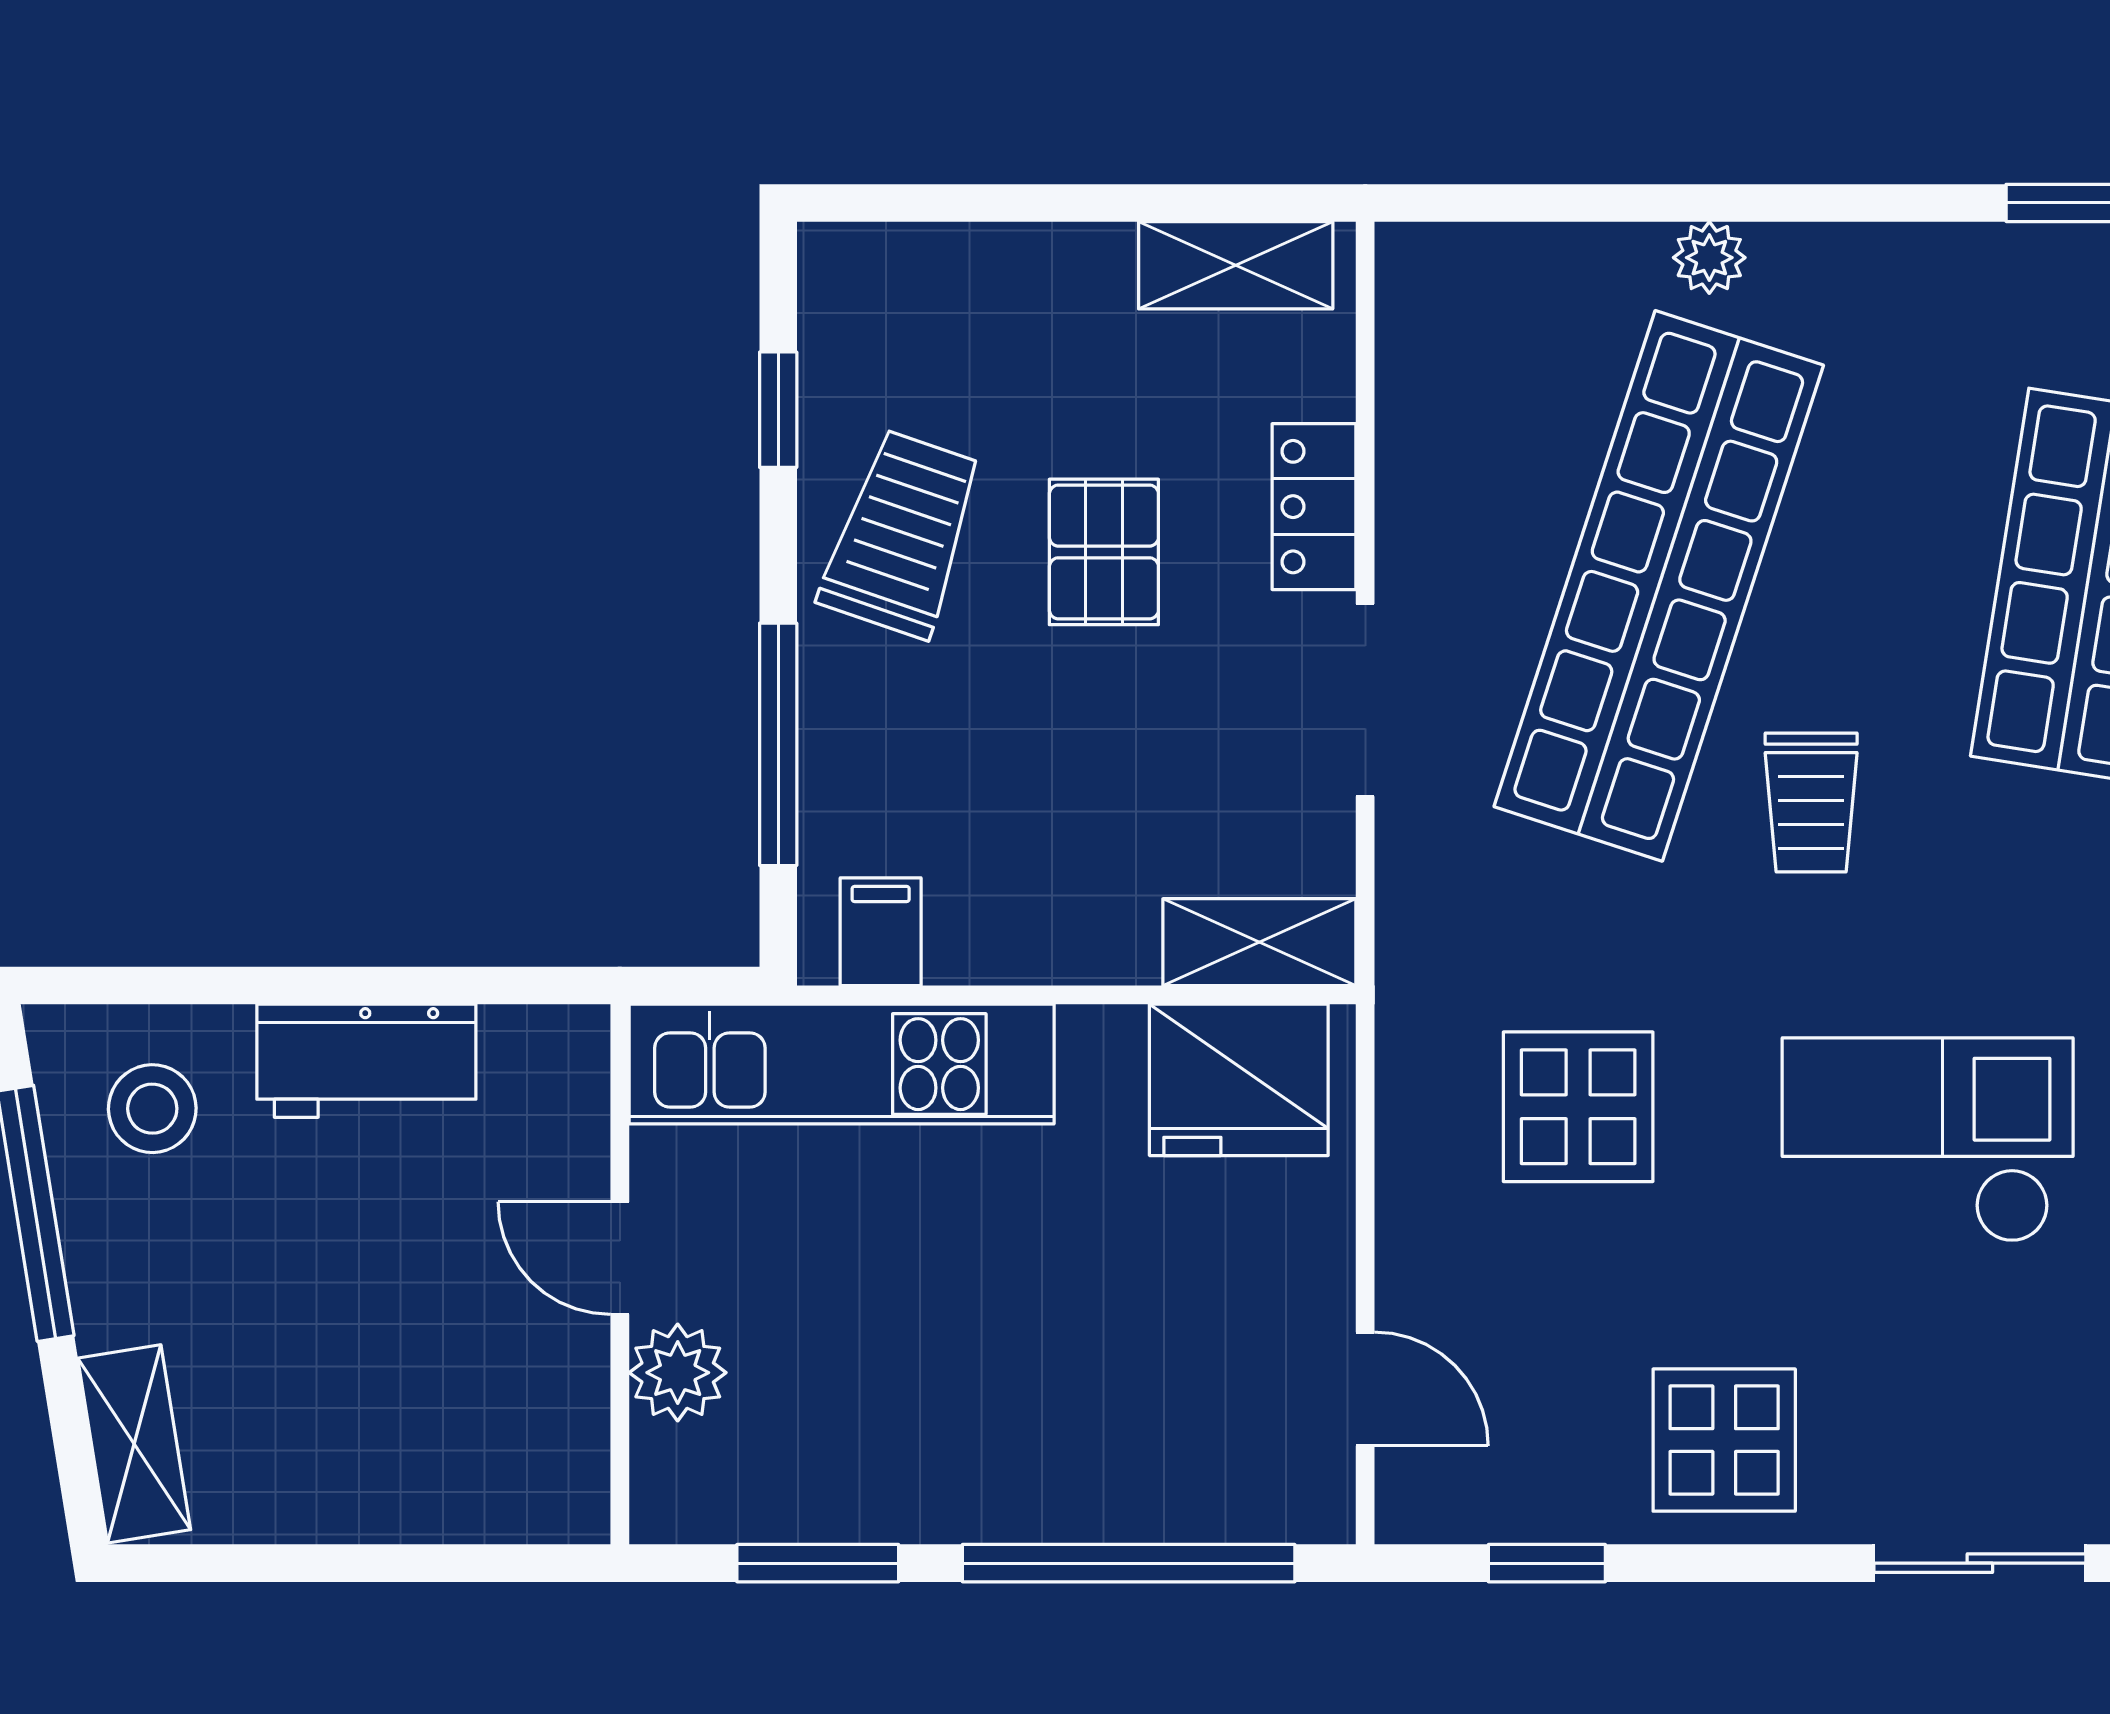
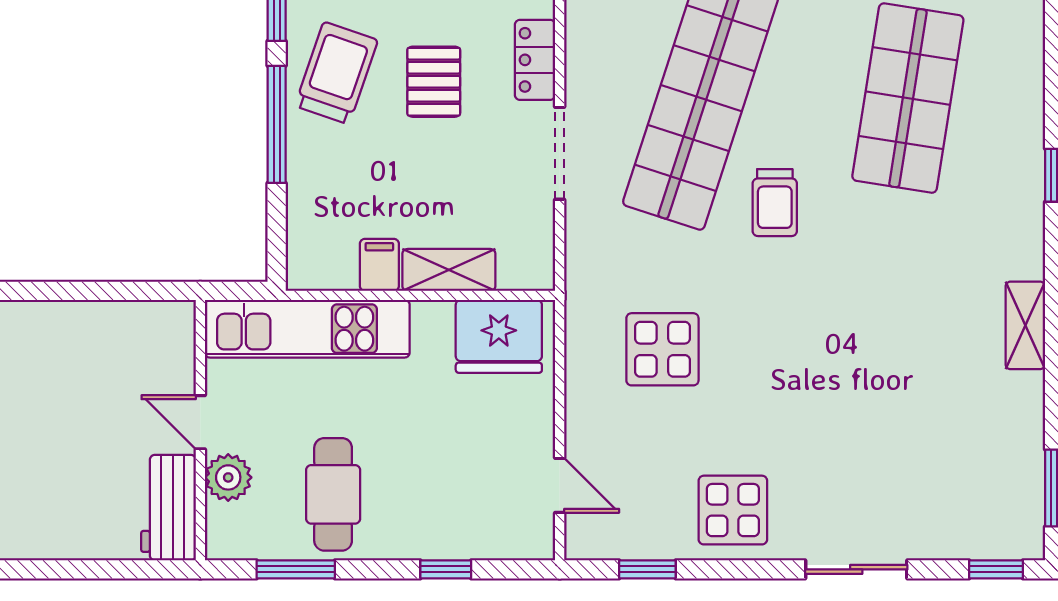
window: (778, 744) -> (277, 124), moved
filing cabinet: (881, 932) -> (379, 265), moved
shelving: (1259, 942) -> (449, 270), moved
workbench: (366, 1061) -> (168, 508), moved, turned 90
checkout: (1928, 1140) -> (831, 365), removed
cafe table: (895, 1407) -> (333, 494), added
window: (1129, 1563) -> (446, 569), width x0.32

